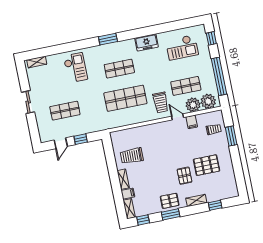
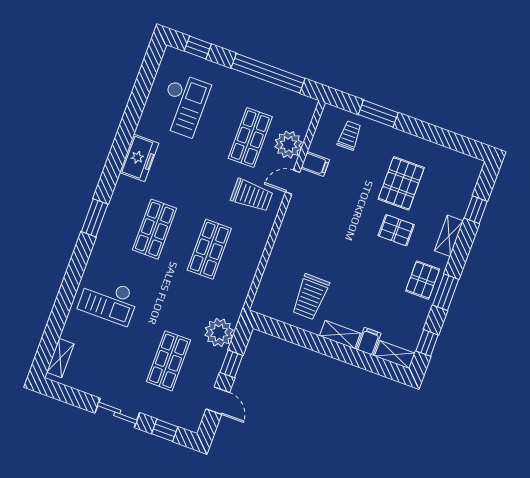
checkout: (75, 68) -> (109, 300), turned 180
shop shelf: (125, 98) -> (209, 249), width x0.70, depth x0.74
plant: (208, 101) -> (219, 333), moved
window: (33, 128) -> (165, 430), added

